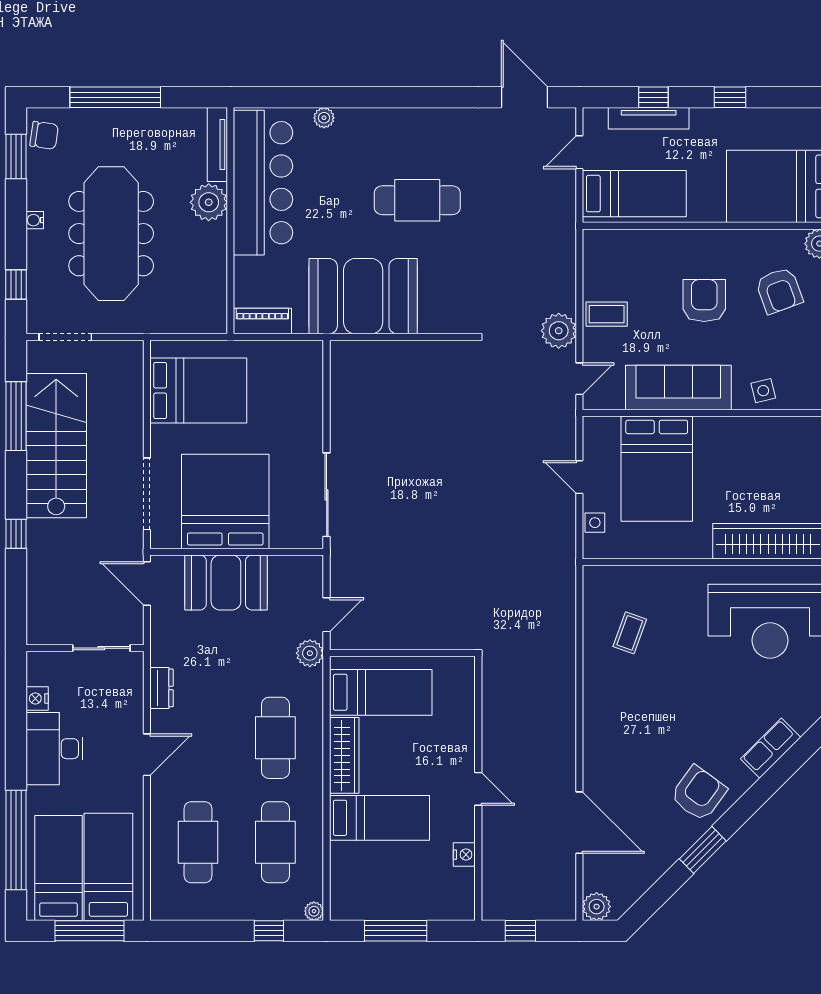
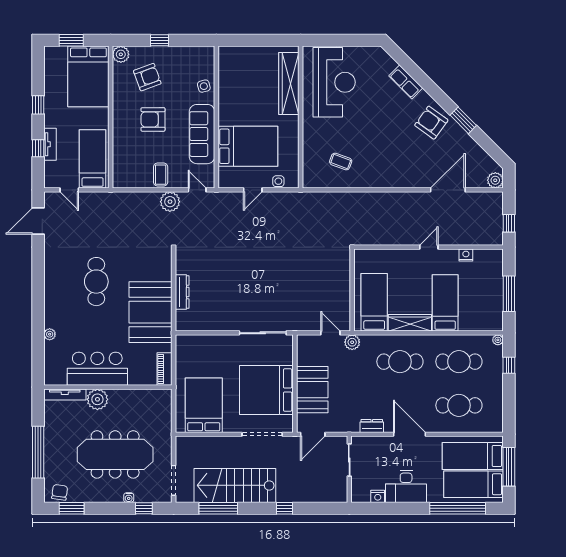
tv unit: (649, 118) -> (50, 144), width x0.71
bar counter: (263, 183) -> (97, 369), width x0.73
water cooler: (35, 220) -> (129, 498), moved
dresser: (399, 352) -> (182, 292), added
door: (147, 755) -> (410, 434), width x1.36

